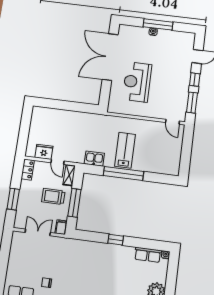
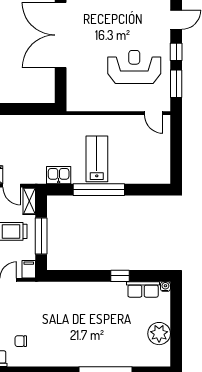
reception desk: (137, 82) -> (134, 67), moved, turned 90
window: (116, 240) -> (120, 276), moved

